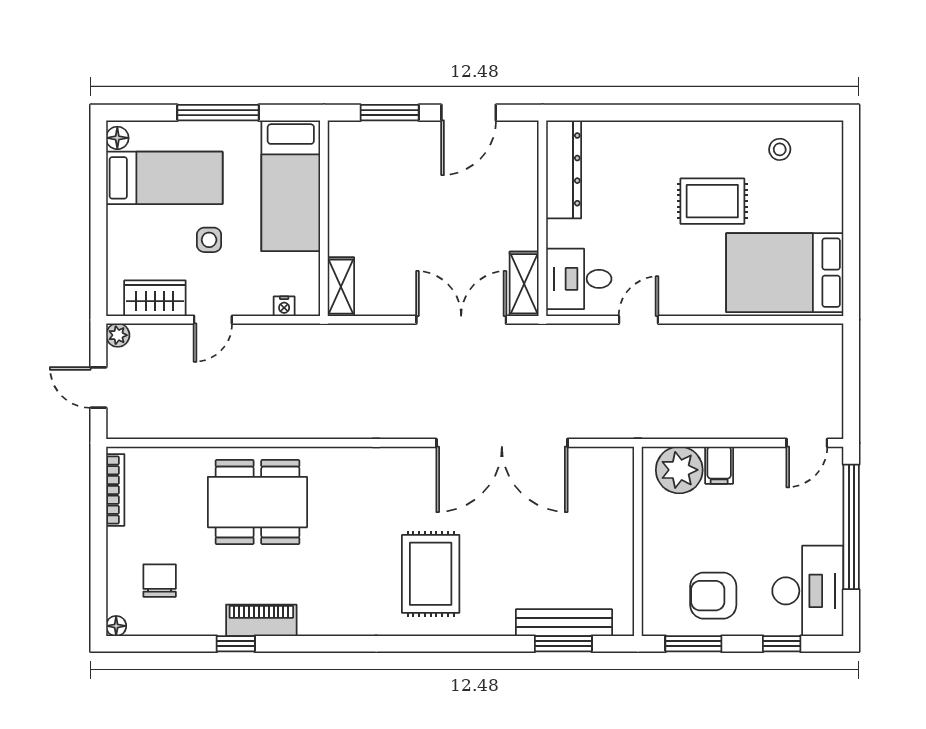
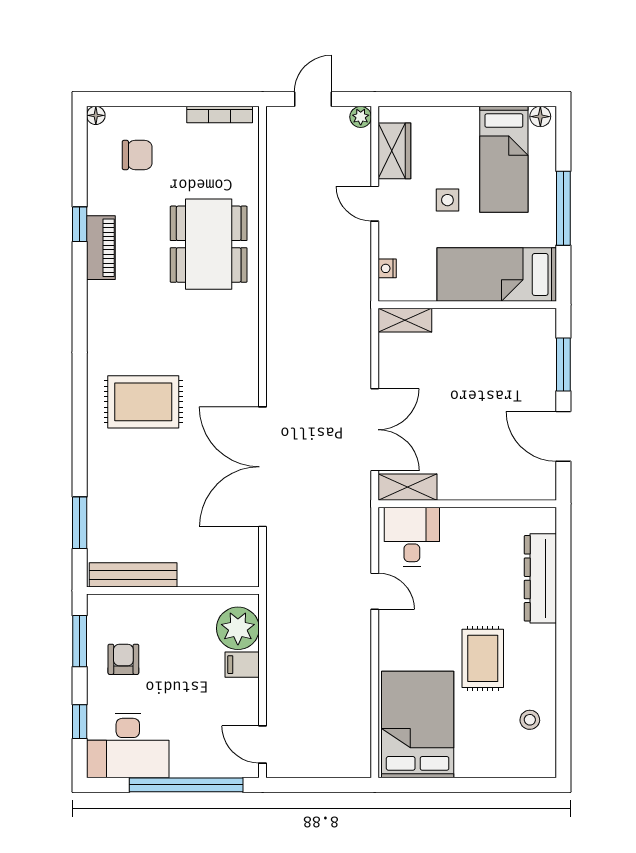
dresser: (564, 169) -> (540, 578), moved, turned 90
armchair: (713, 596) -> (123, 659), width x0.72, depth x0.72
bench: (564, 623) -> (133, 575), moved, turned 90

